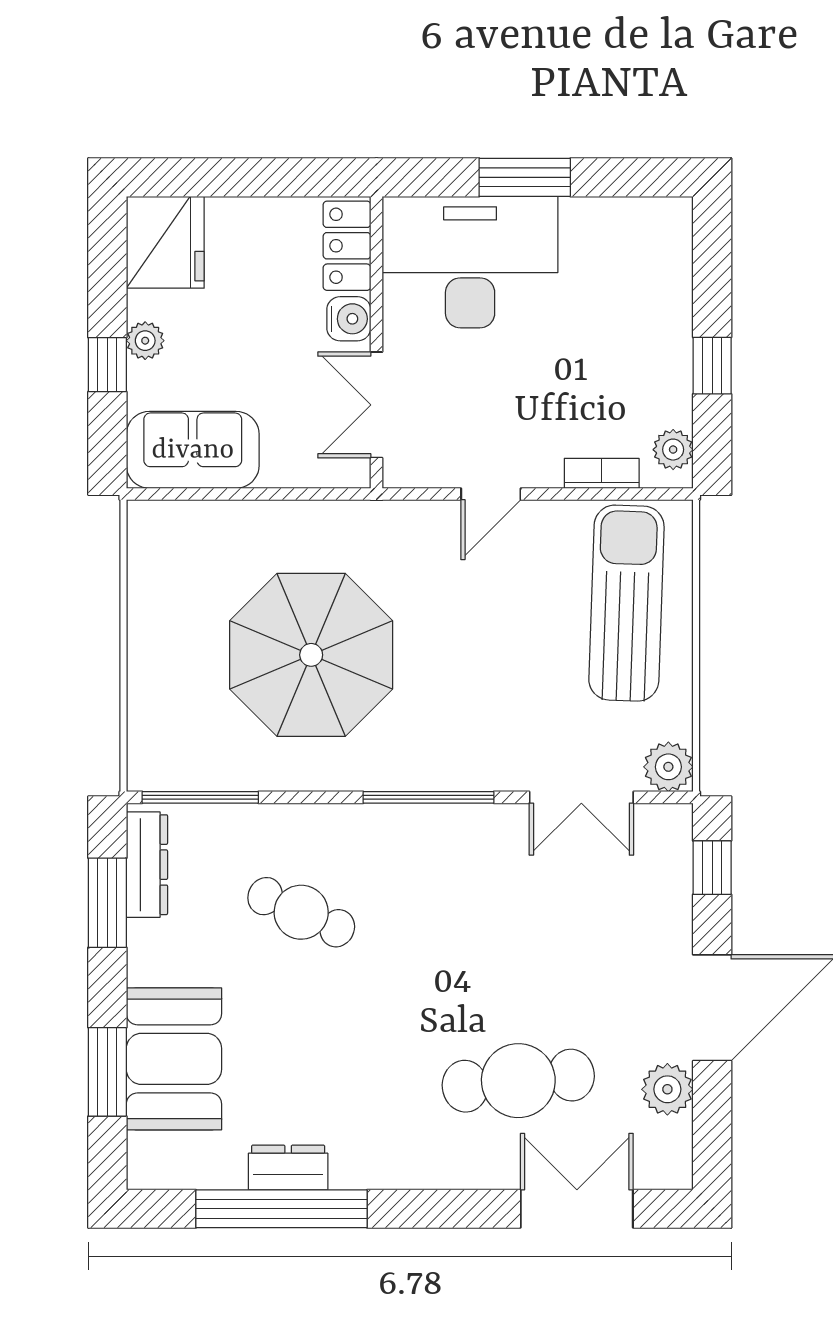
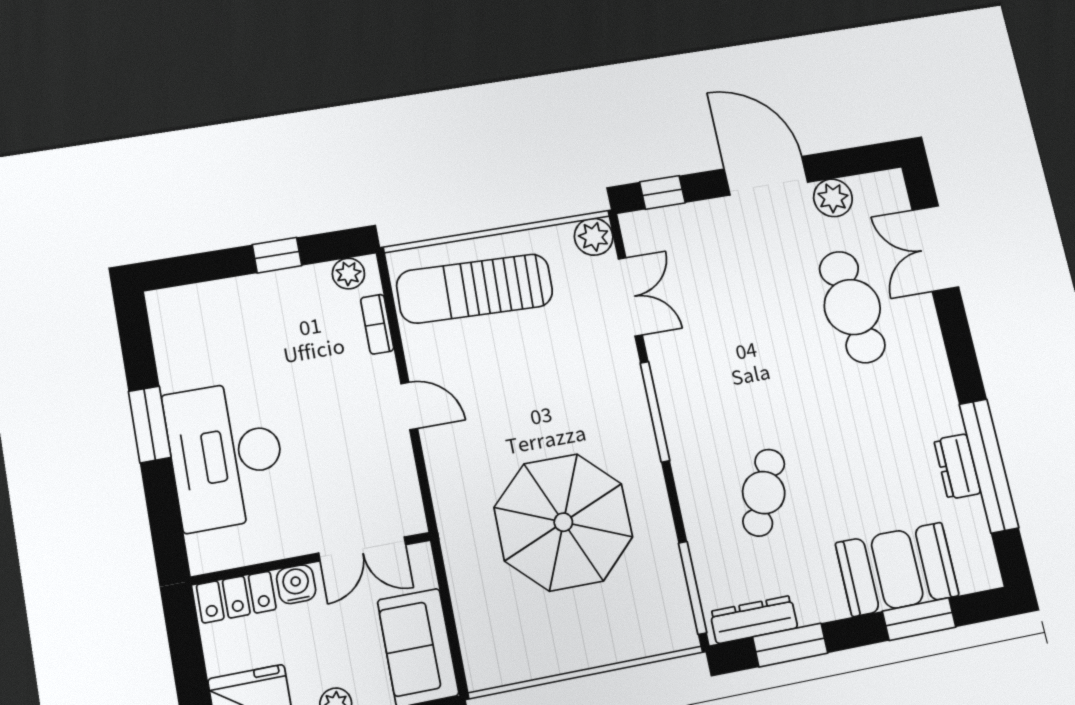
locker: (347, 246) -> (236, 597), moved
water cooler: (349, 319) -> (296, 584), moved
wall: (377, 342) -> (311, 558), moved
double door: (377, 405) -> (362, 549), moved

